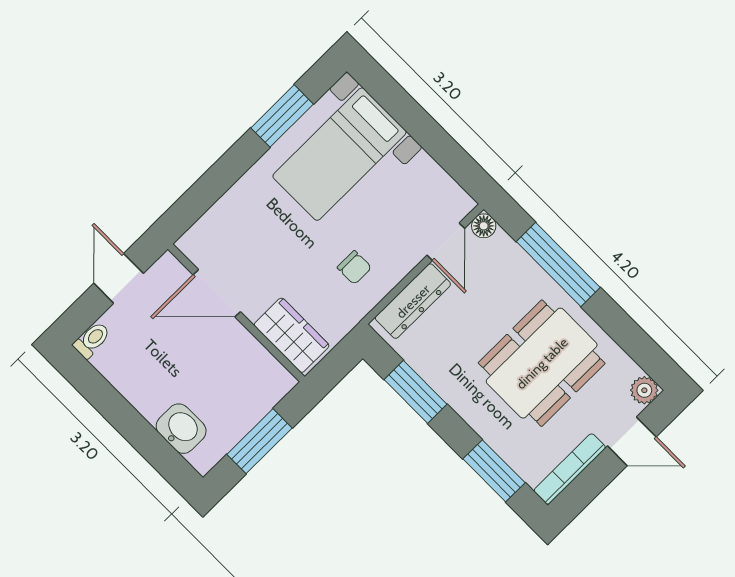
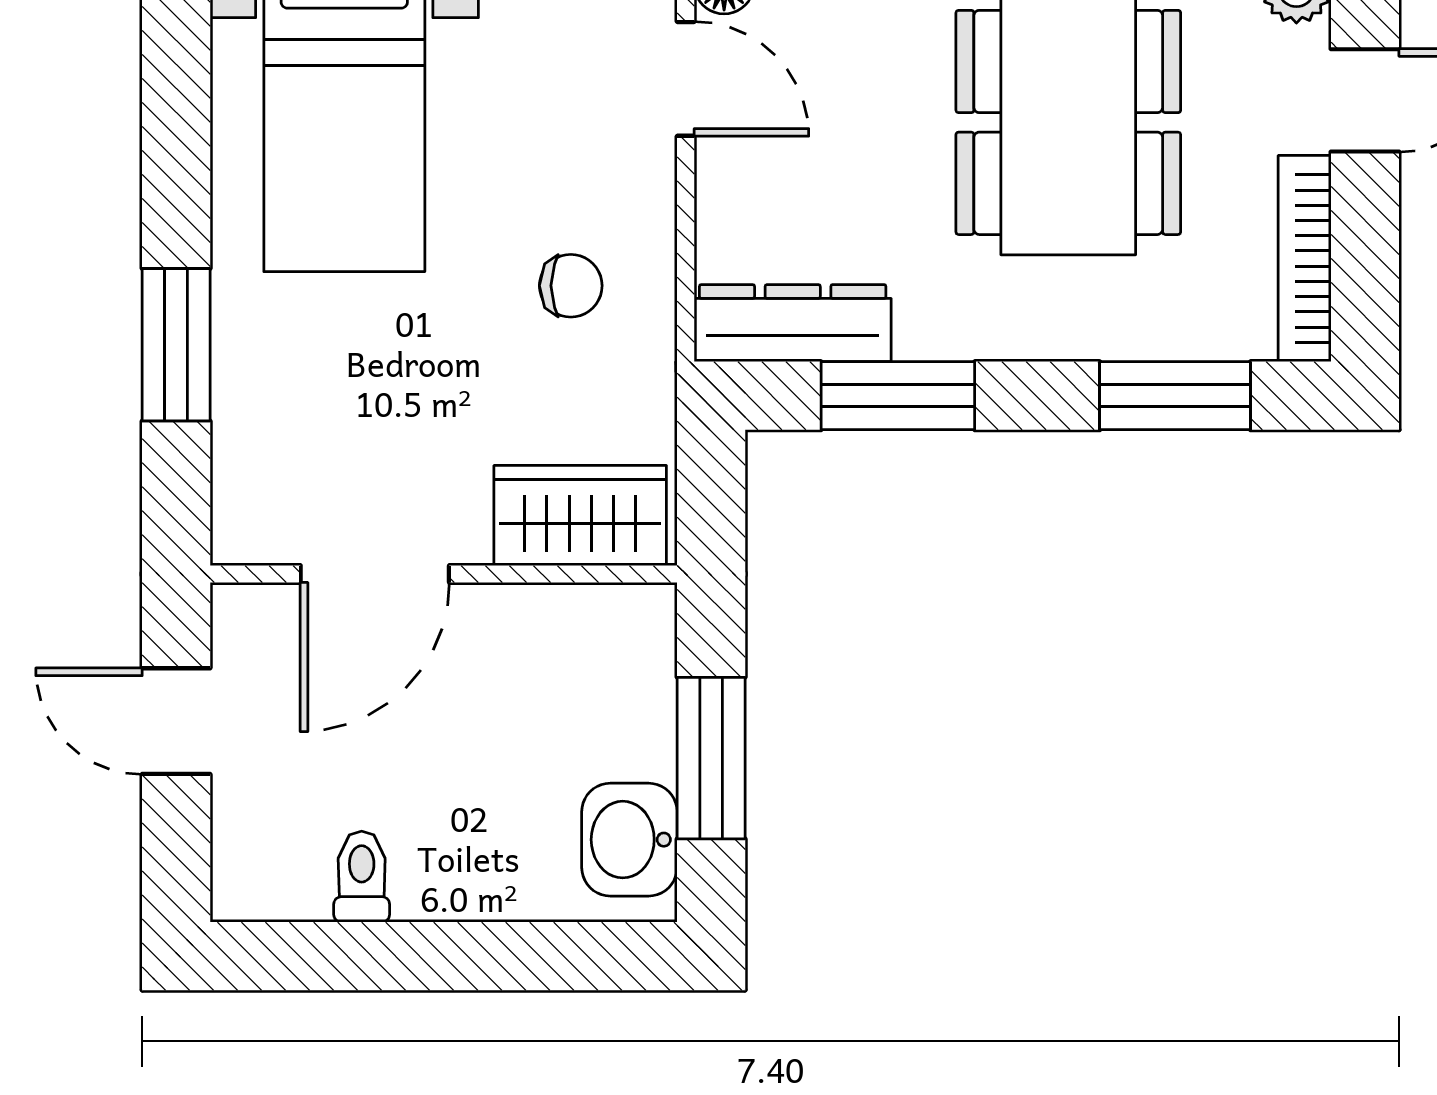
window: (282, 116) -> (176, 345), moved
dresser: (413, 301) -> (793, 323), moved, turned -90
toilet: (92, 340) -> (362, 877), moved
washbasin: (181, 429) -> (629, 840), moved, turned -90

